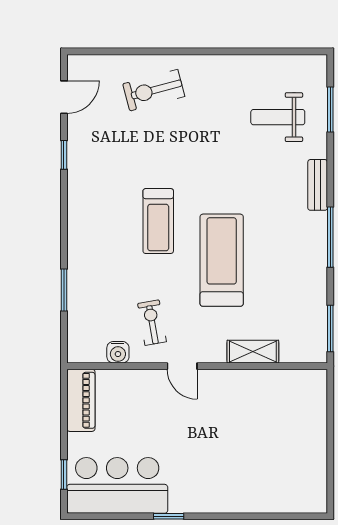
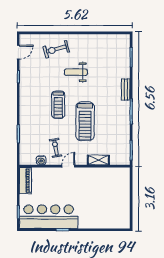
weight bench: (278, 117) -> (76, 72), moved
treadmill: (222, 260) -> (85, 121), turned 180
door: (182, 366) -> (68, 166), swing flipped
bar counter: (117, 485) -> (49, 217), width x1.36

